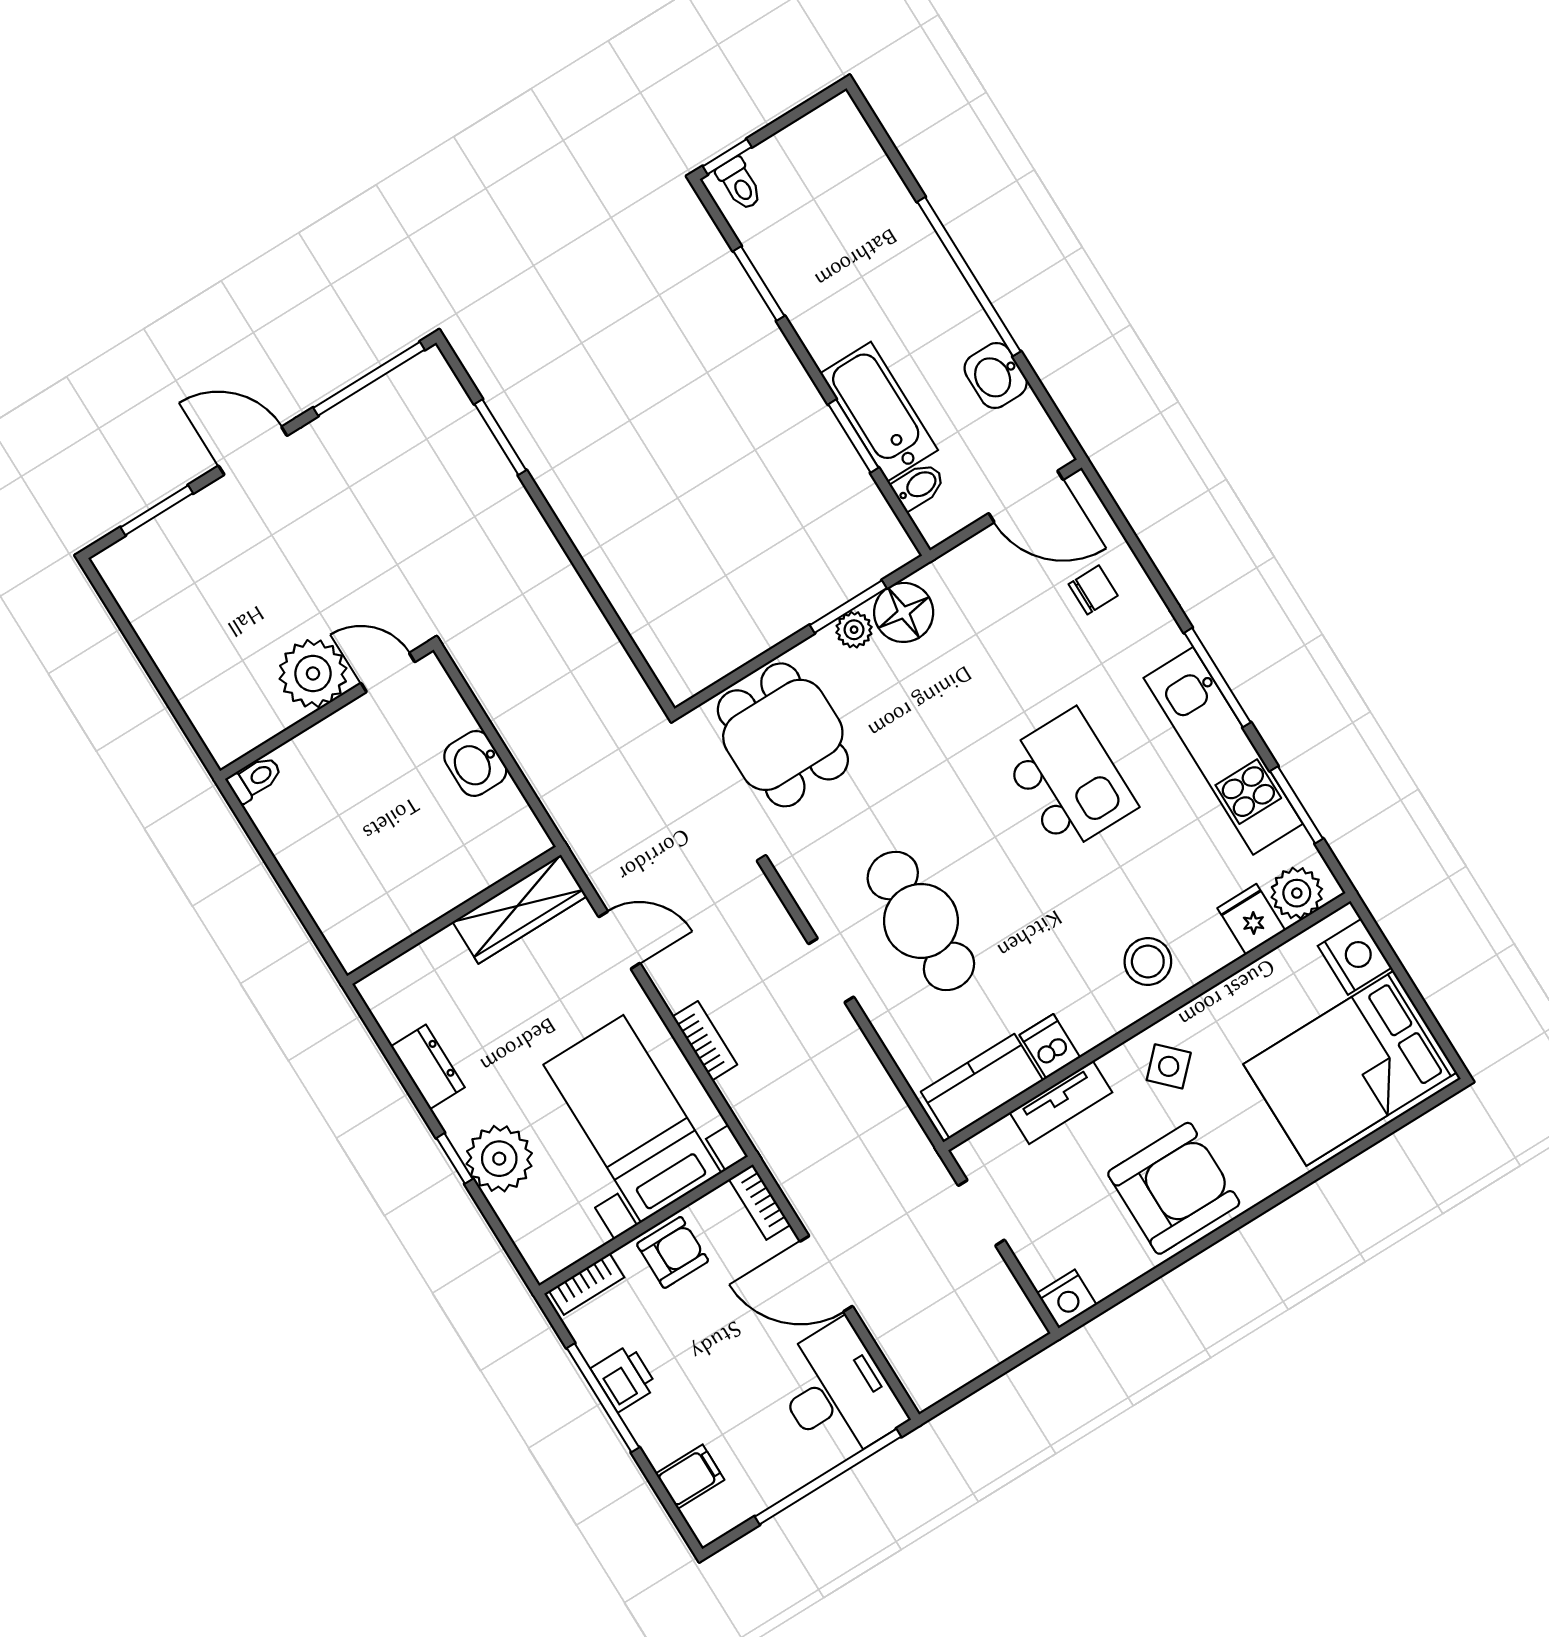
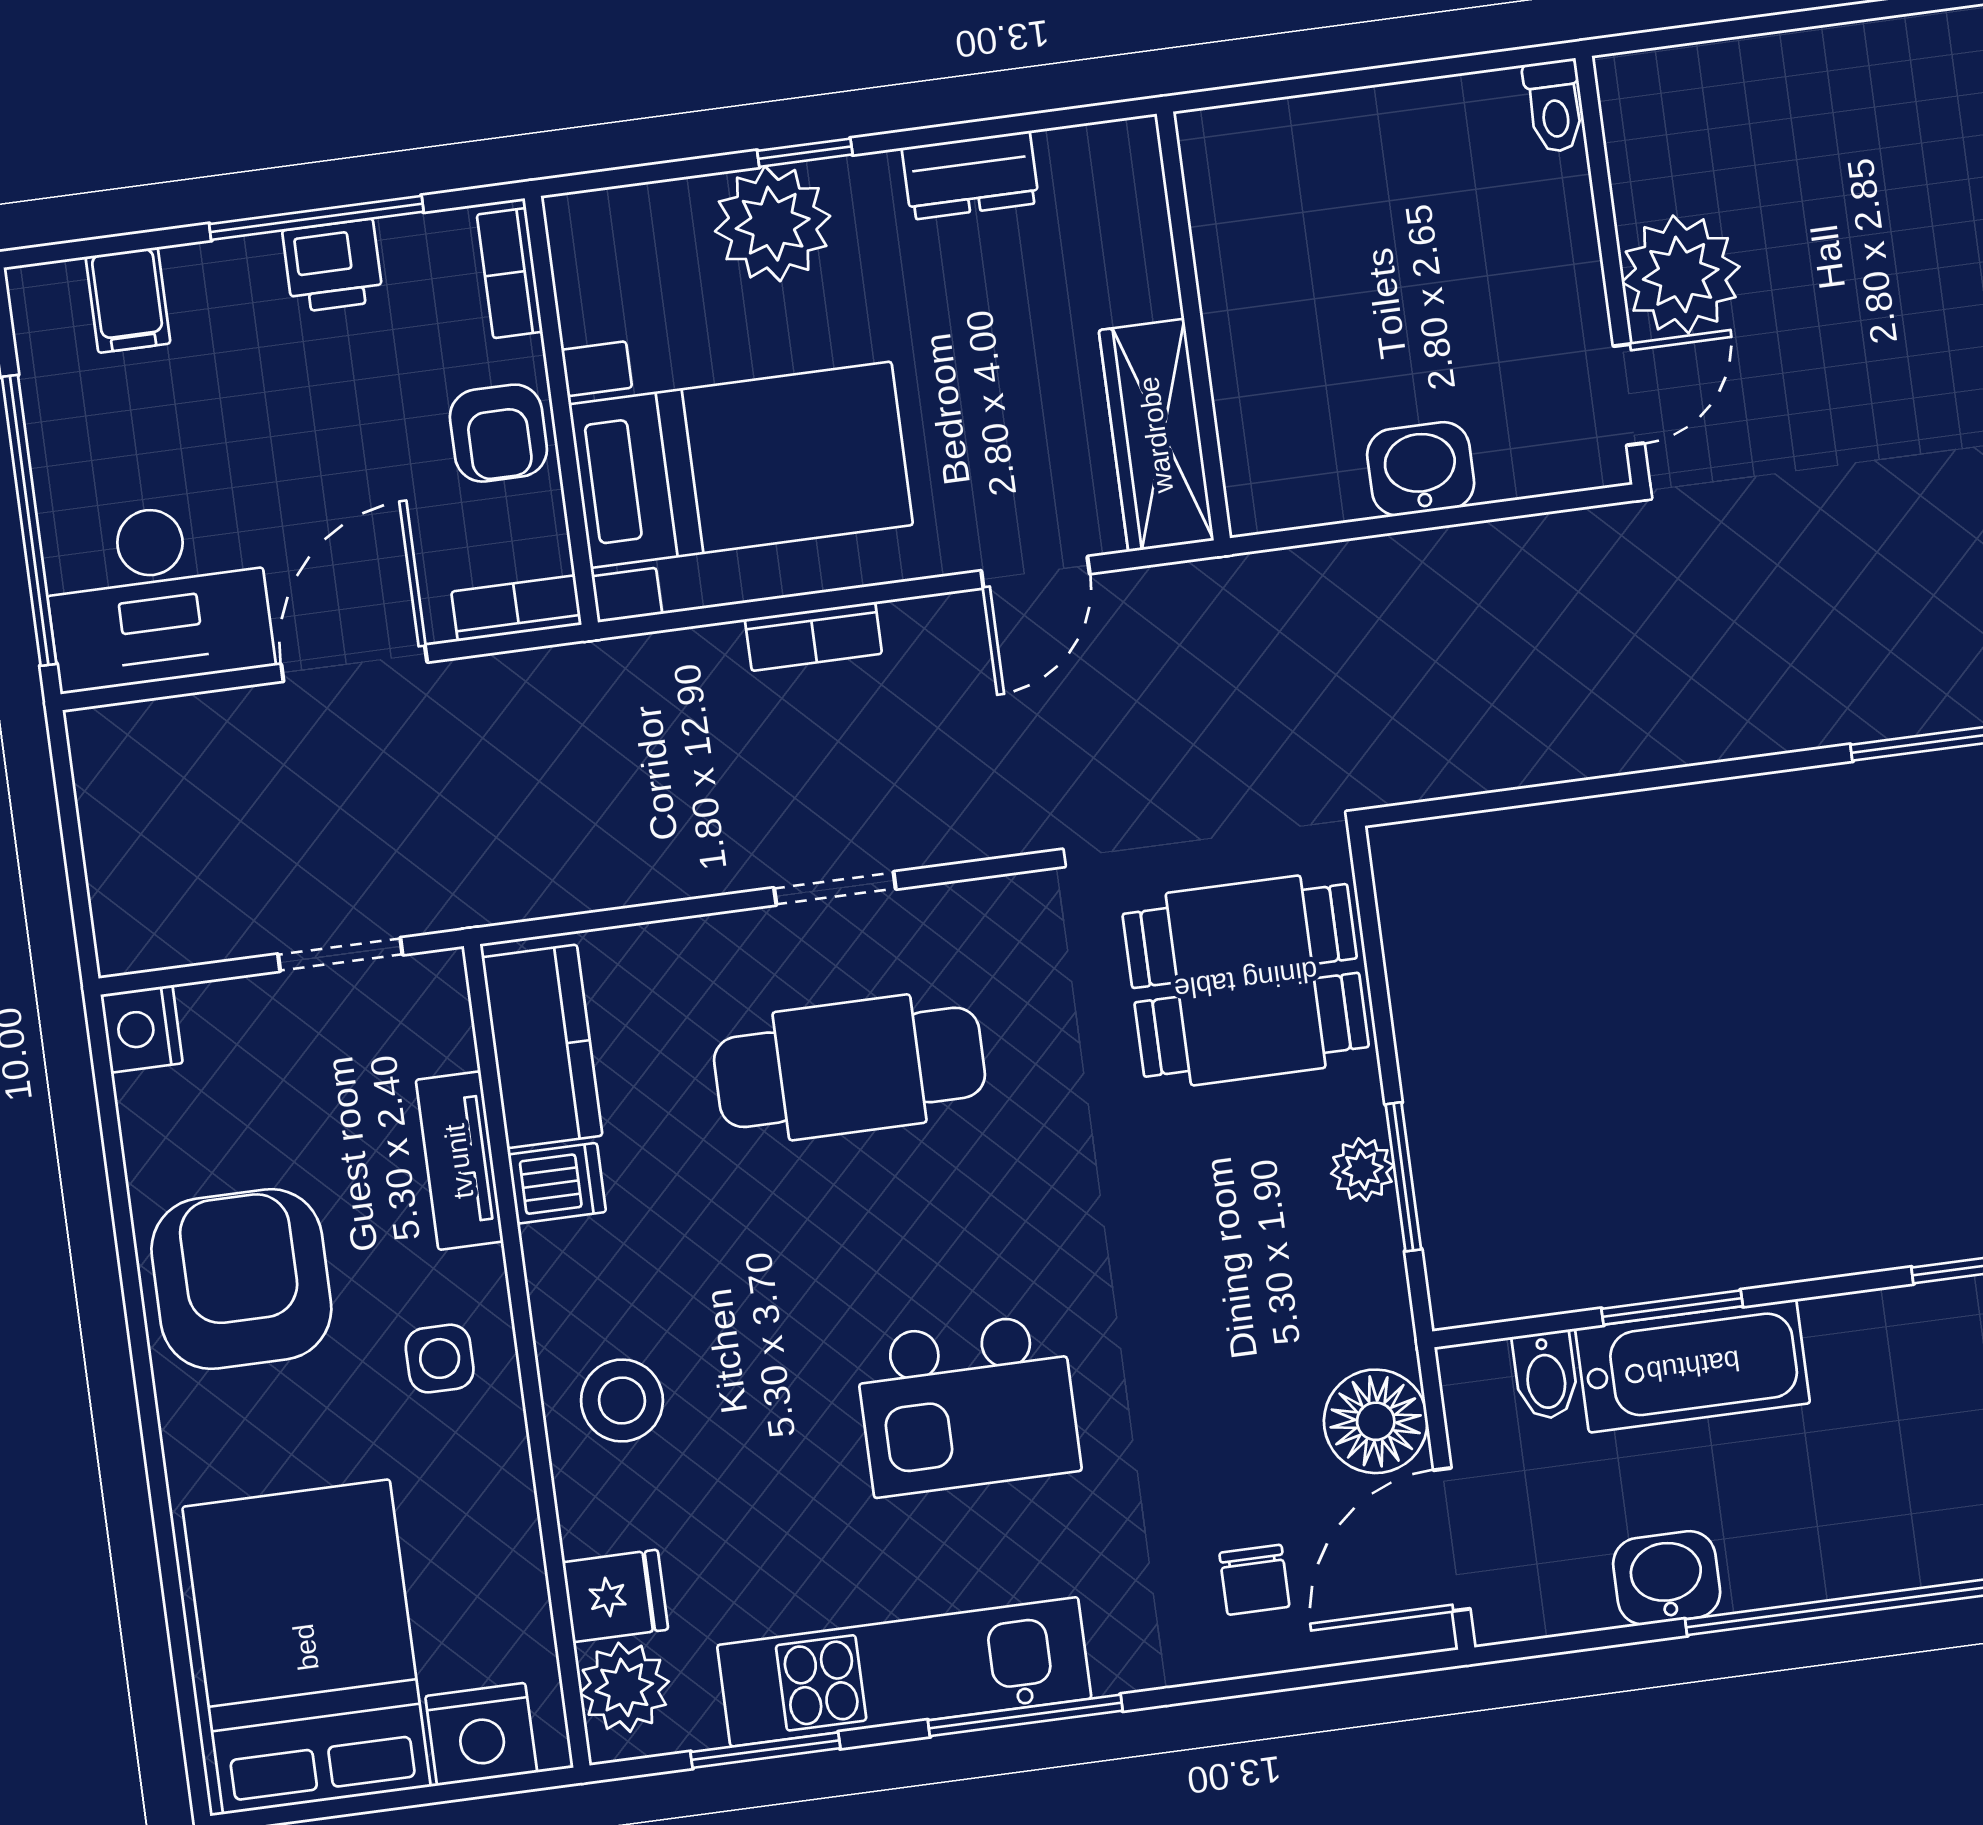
floor lamp: (904, 612) -> (1376, 1421), moved
side table: (1169, 1066) -> (440, 1359), turned 45
armchair: (1174, 1188) -> (241, 1279), turned 180

